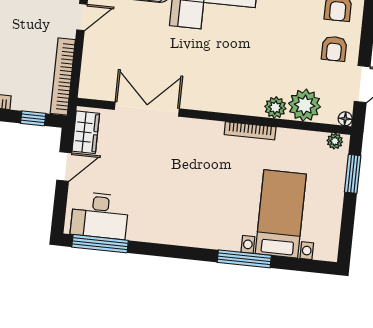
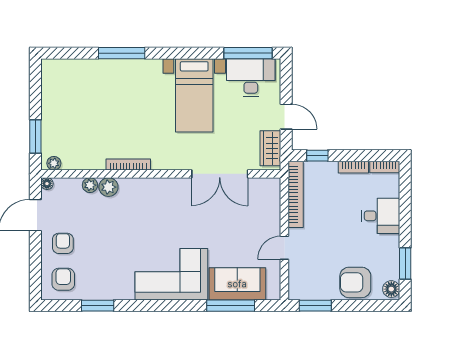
plant: (305, 105) -> (90, 185), width x0.53, depth x0.53
door: (64, 167) -> (286, 117), swing flipped
bed with nightstands: (281, 214) -> (194, 95), moved

